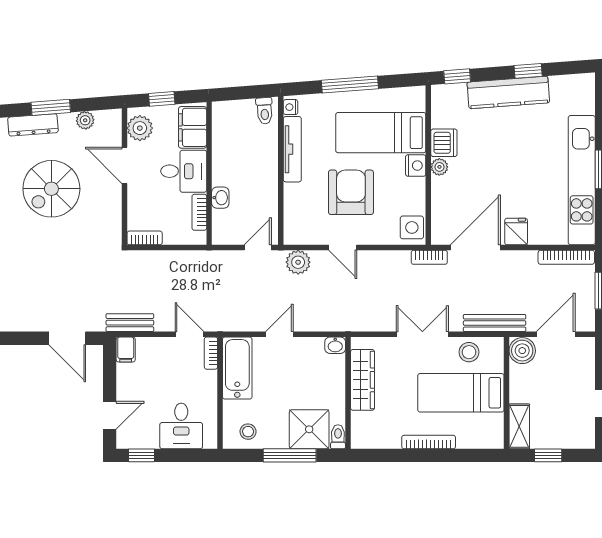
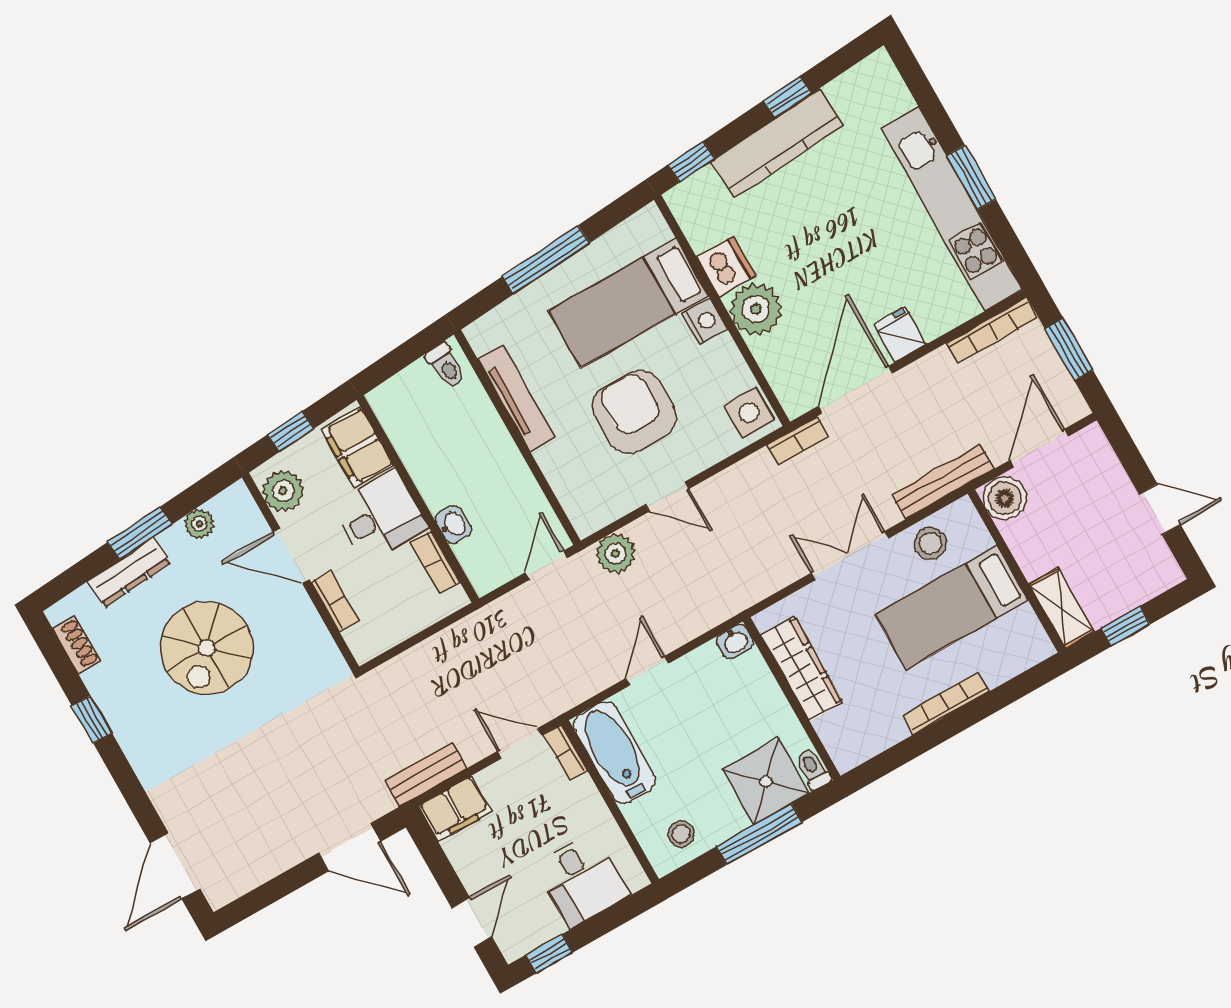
nightstand: (291, 107) -> (480, 340), removed
plant: (439, 167) -> (756, 309), width x1.88, depth x1.88
bookcase: (145, 238) -> (335, 601), moved, turned 90
filing cabinet: (126, 350) -> (455, 809), width x2.00

